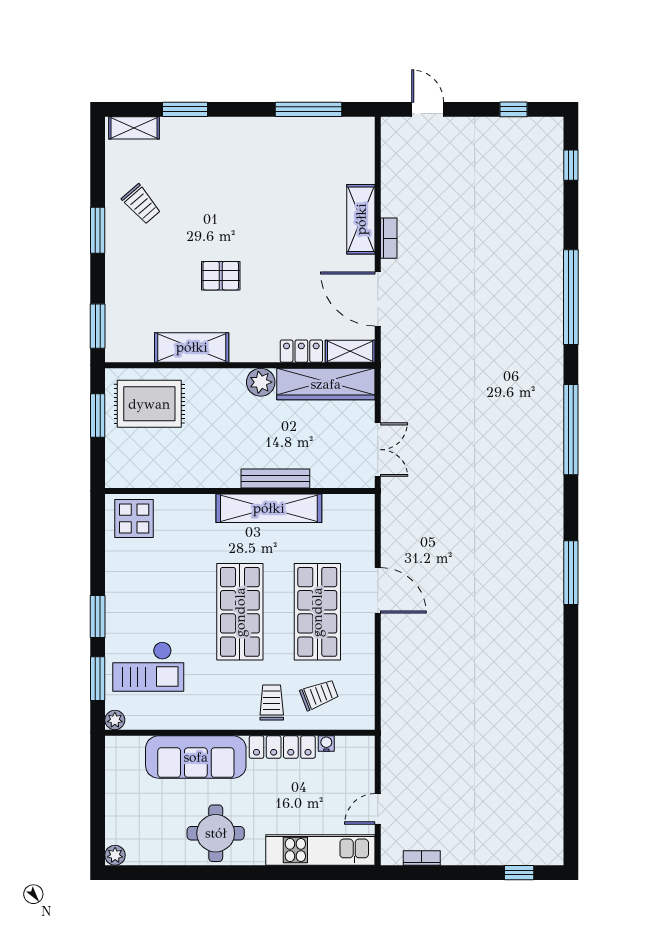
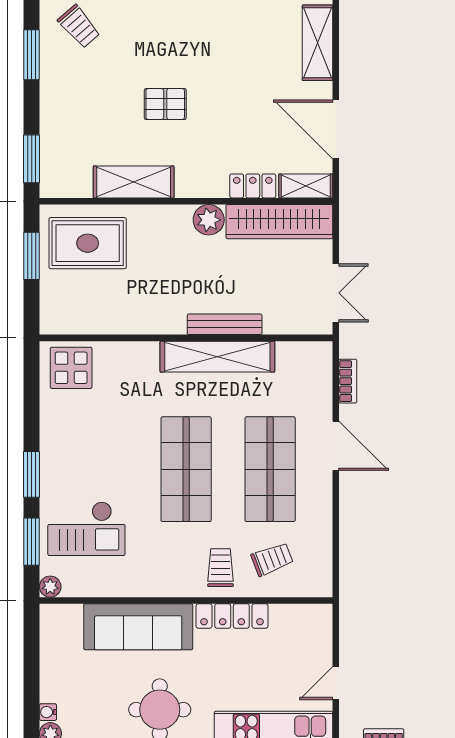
bookcase: (389, 238) -> (348, 381), moved
water cooler: (326, 743) -> (48, 712), moved, turned -90

